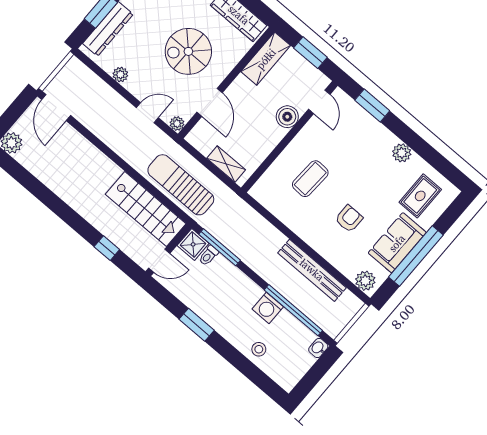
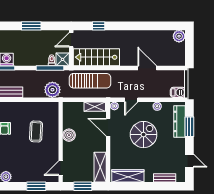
spiral stairs: (188, 51) -> (144, 135), moved
barbecue: (77, 70) -> (178, 92), added
door: (319, 102) -> (61, 168), hinge flipped
door: (56, 108) -> (147, 68), moved
boiler: (287, 117) -> (69, 135), moved
shelving: (226, 164) -> (95, 107), moved
plant: (241, 216) -> (52, 90), added

